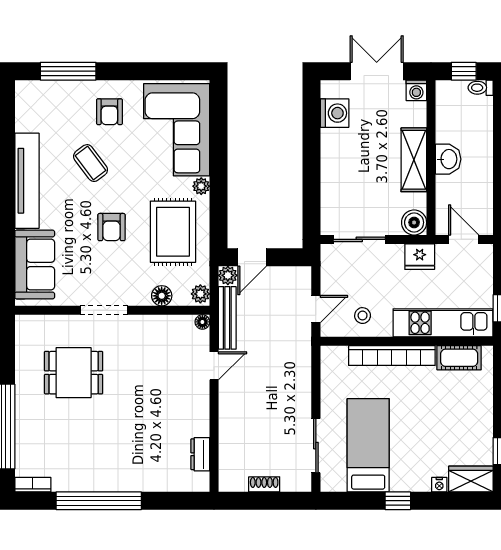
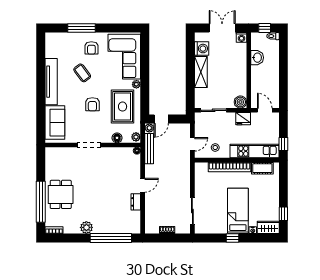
window: (68, 71) -> (82, 28), moved
washbasin: (448, 159) -> (257, 58), moved
shelving: (414, 160) -> (201, 72), moved
door: (214, 366) -> (143, 185), moved
dining table: (74, 373) -> (61, 194), moved, turned 90
bed: (368, 445) -> (238, 211), moved
dresser: (200, 454) -> (136, 202), moved
plant: (99, 479) -> (86, 227), added
window: (99, 501) -> (111, 238), moved

